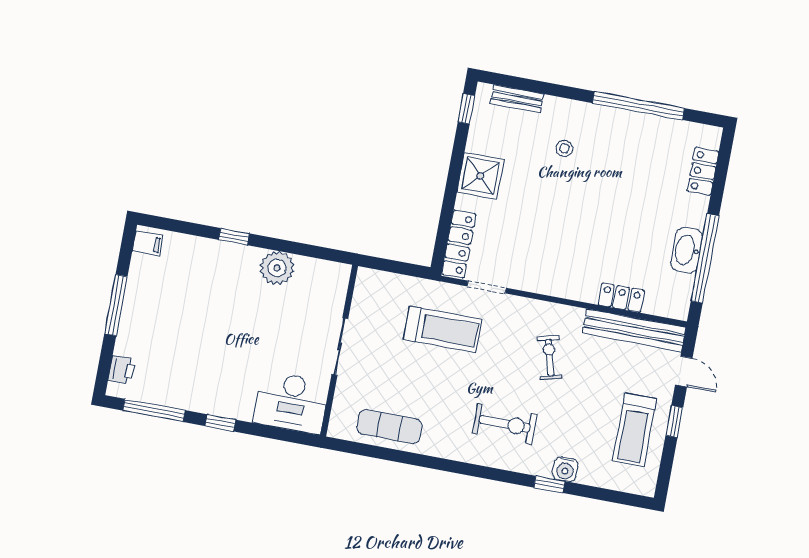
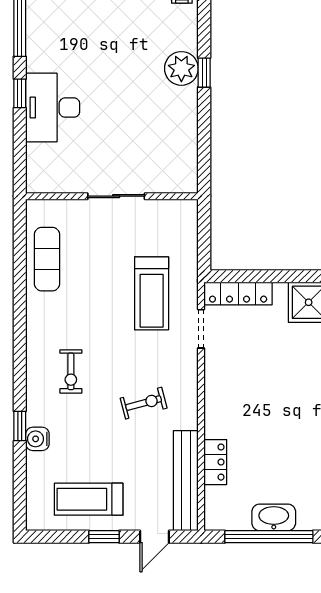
plant: (277, 268) -> (181, 68), moved
desk: (291, 402) -> (53, 108), moved
exercise bike: (505, 424) -> (71, 371), width x0.73, depth x0.72

